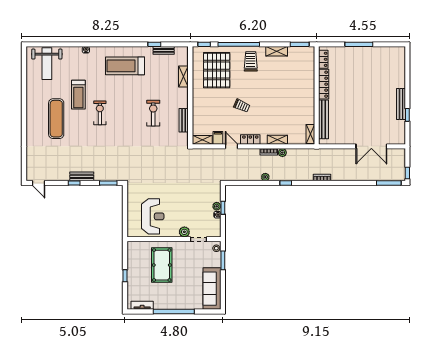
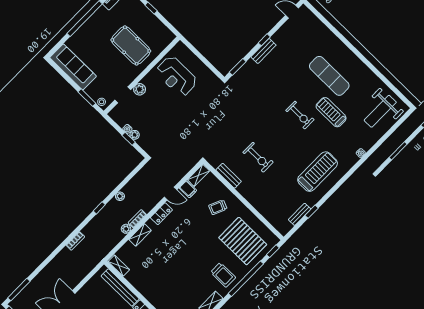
weight bench: (47, 64) -> (380, 111), turned -90
shelving: (183, 77) -> (263, 210), removed
trolley: (242, 106) -> (218, 207), moved

